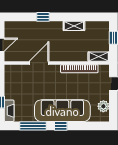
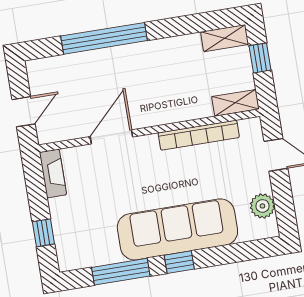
window: (43, 17) -> (104, 38), width x3.17
shelving: (74, 26) -> (225, 38), moved
fireplace: (9, 111) -> (53, 174), moved

